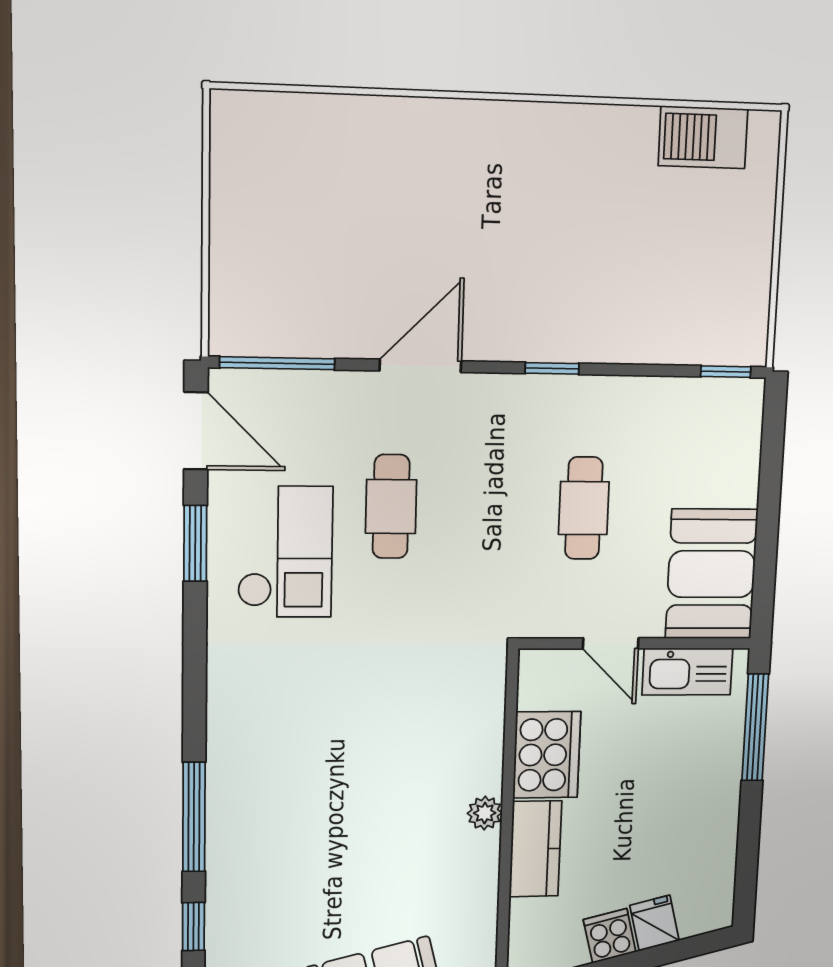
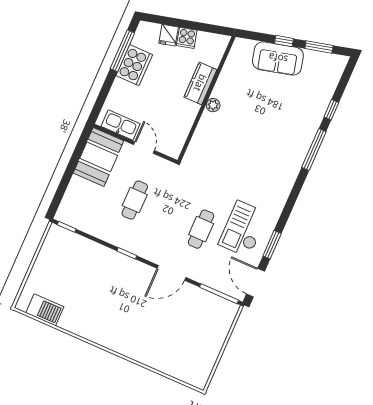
window: (755, 727) -> (122, 51), moved
cooker: (547, 755) -> (134, 65), moved, turned 180

